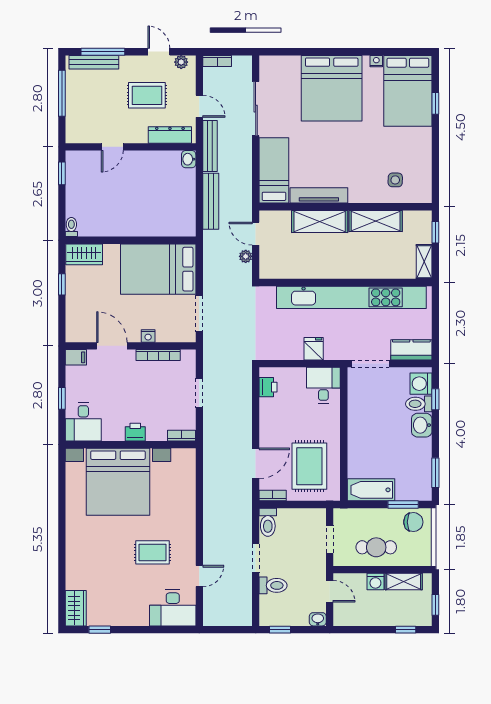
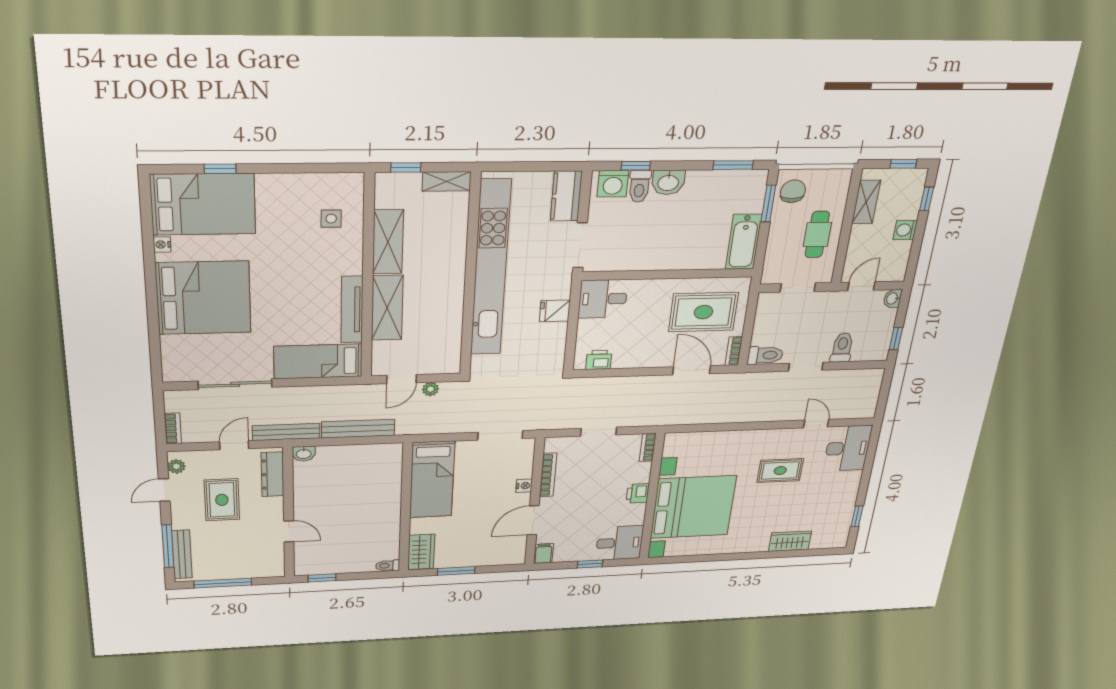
bed: (158, 269) -> (432, 480), width x0.67
window: (62, 284) -> (456, 571), width x1.50
rug: (152, 552) -> (780, 471), turned 90
washing machine: (375, 582) -> (905, 230), moved, turned 180
wardrobe: (76, 608) -> (790, 541), moved

